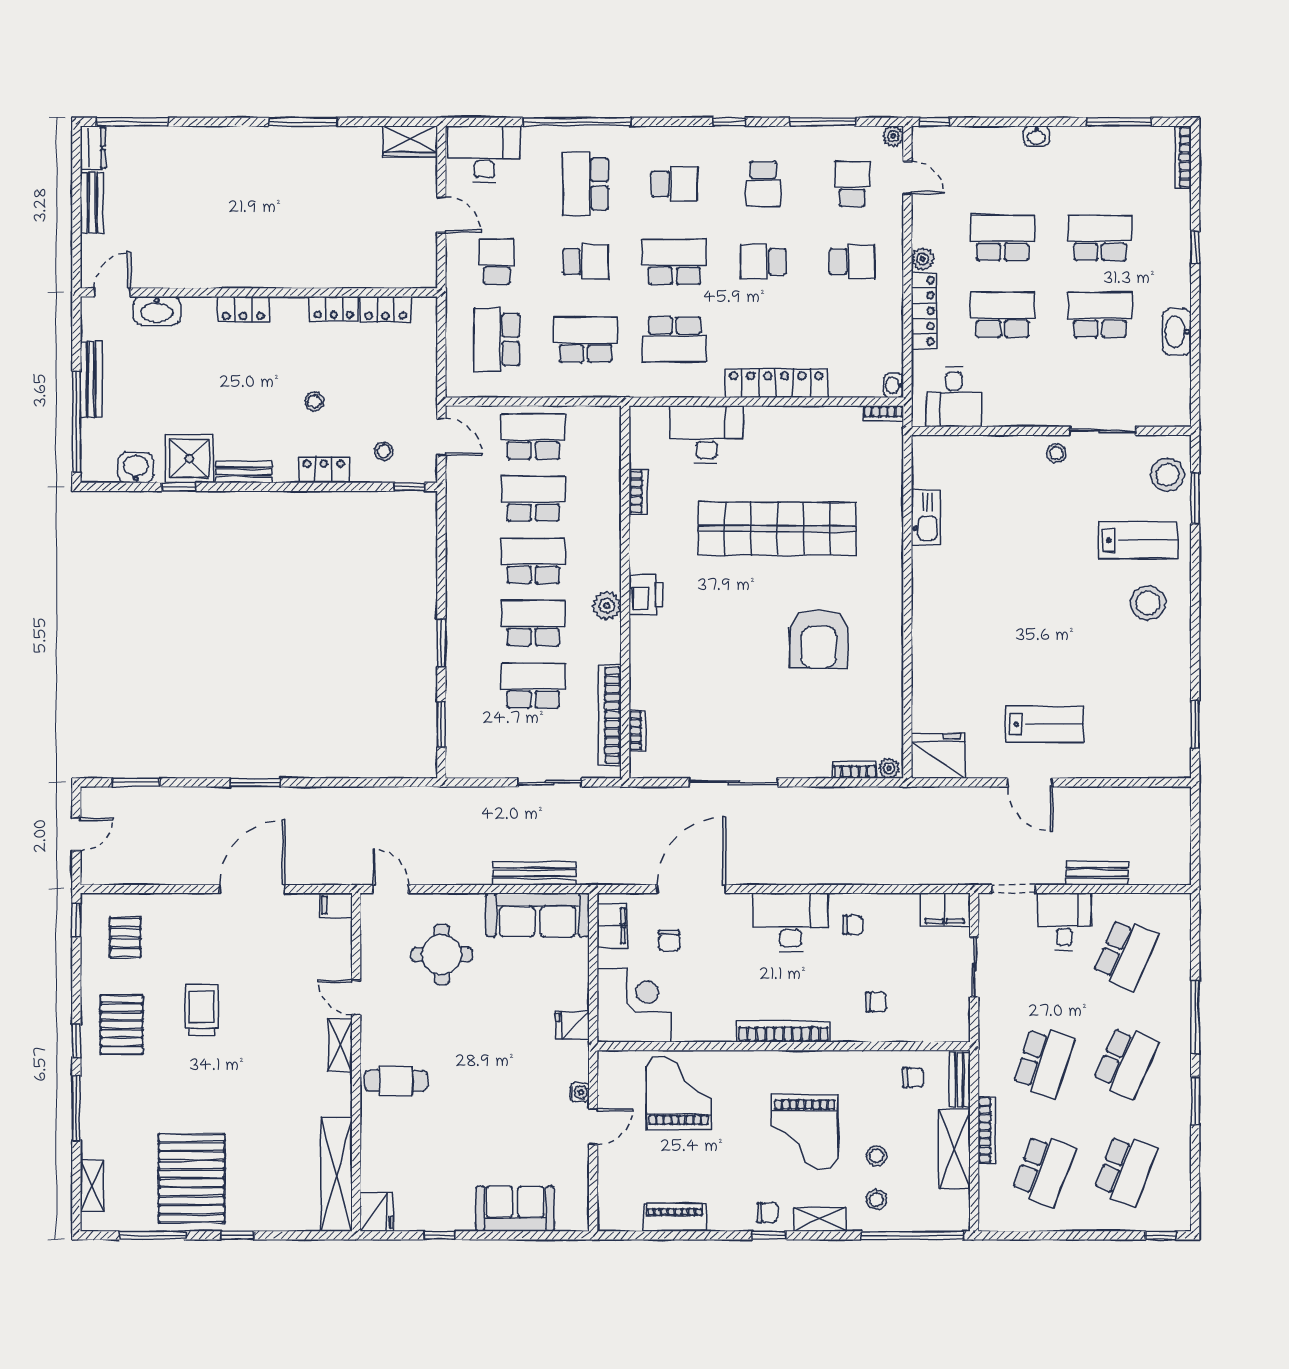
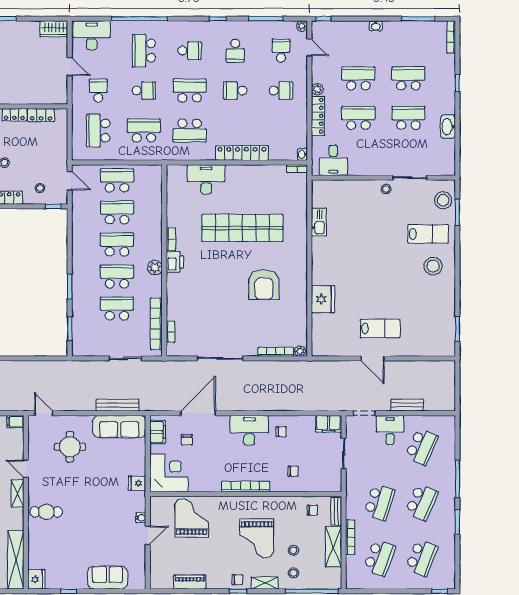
bookcase: (638, 492) -> (171, 239), moved
fridge: (938, 756) -> (323, 299), moved, turned 90
bookcase: (855, 770) -> (276, 352), width x1.56

